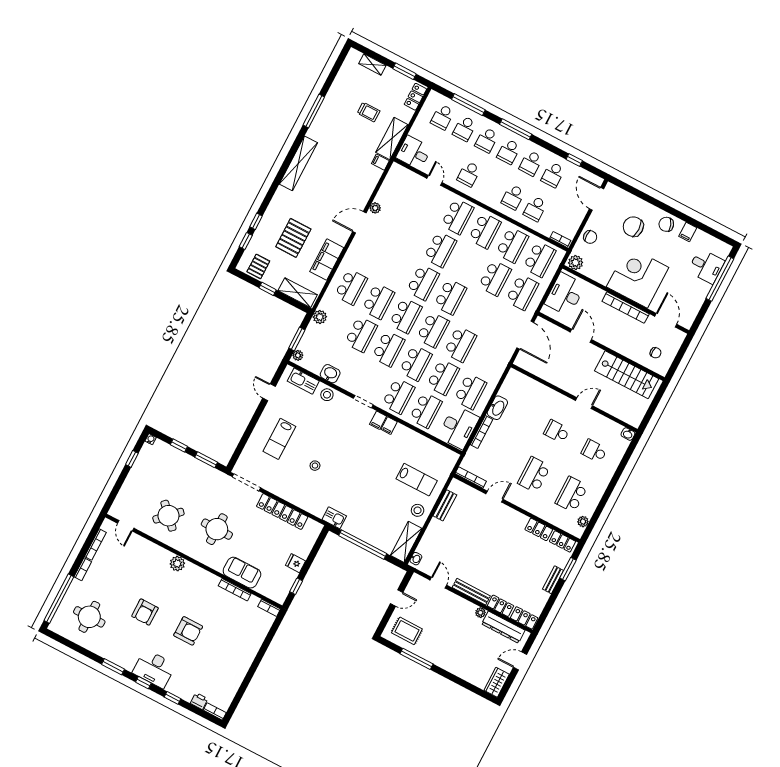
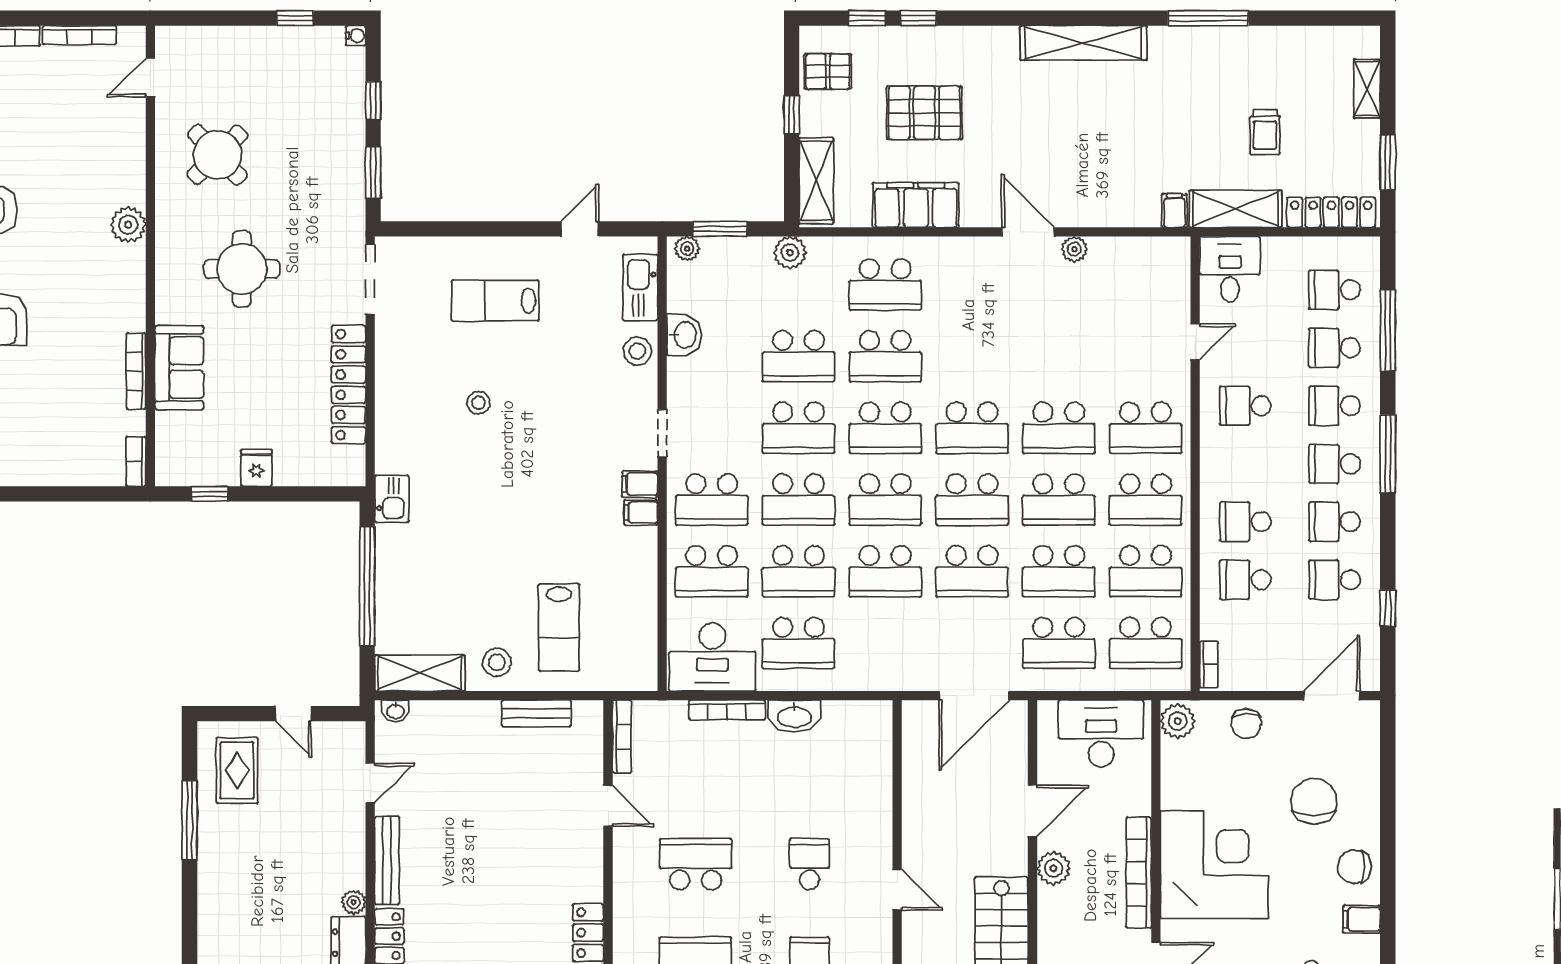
locker: (415, 97) -> (1331, 212), width x1.53
chair: (666, 224) -> (1354, 867), turned -69
school desk: (467, 264) -> (1059, 500), added
school desk: (478, 311) -> (972, 571), added
plant: (607, 339) -> (1054, 868), added

